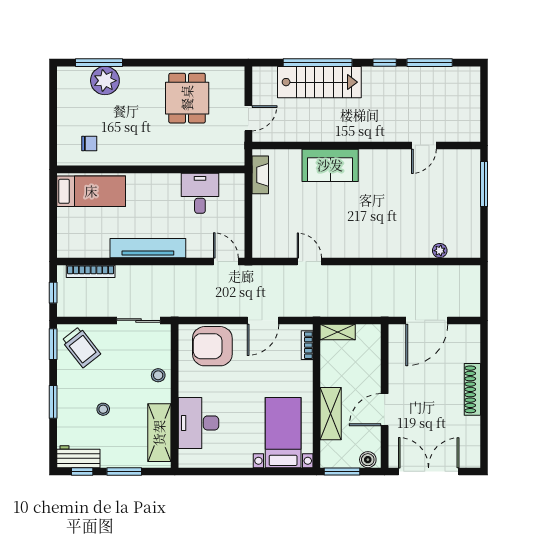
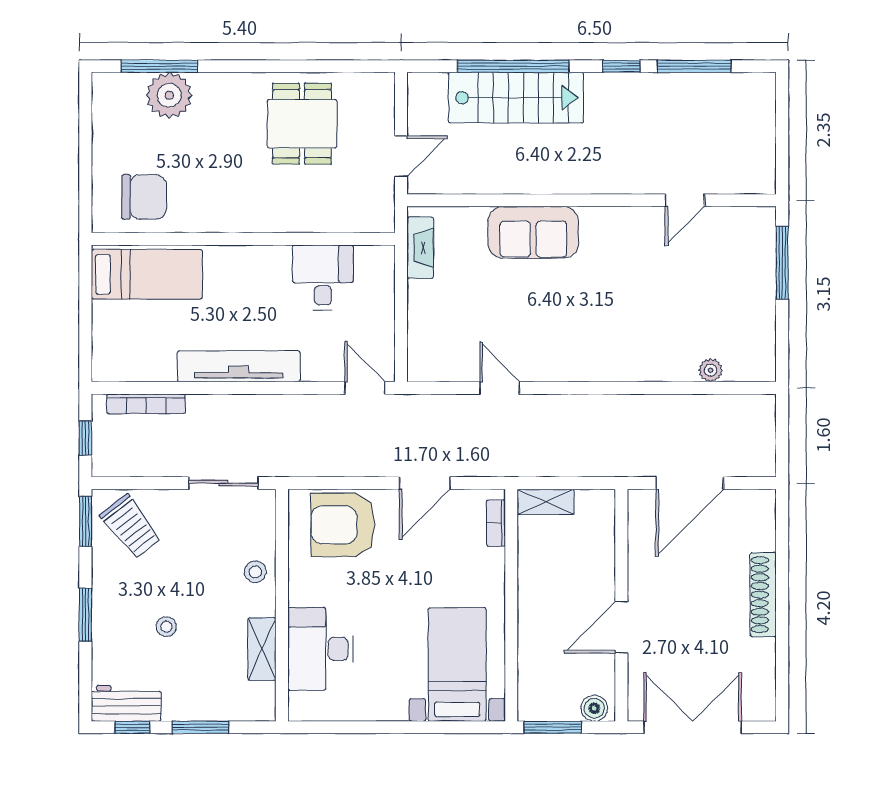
chair: (89, 143) -> (144, 197), width x1.87, depth x1.87
shelving: (331, 414) -> (534, 634), removed
shelving: (159, 433) -> (262, 649), width x0.67, depth x0.75

